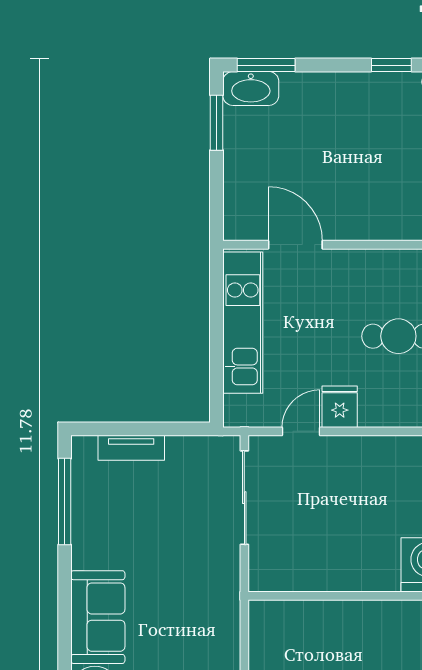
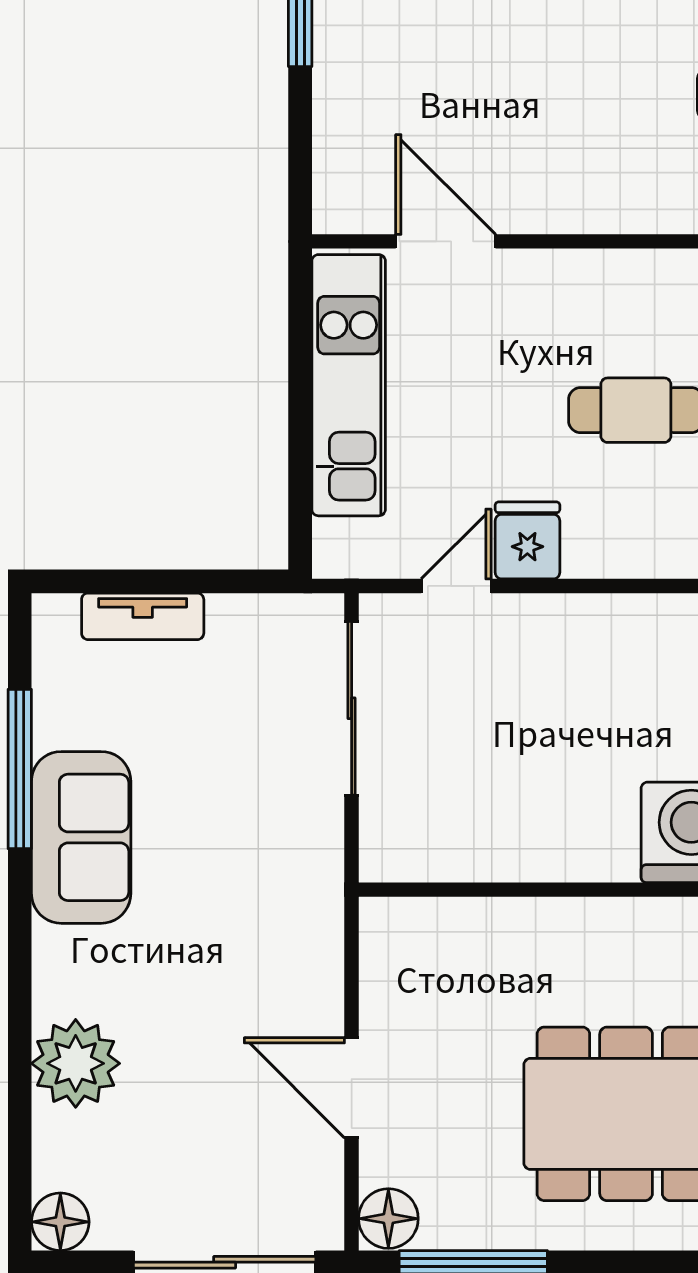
window: (65, 502) -> (20, 769), moved
sofa: (98, 617) -> (81, 837), moved

